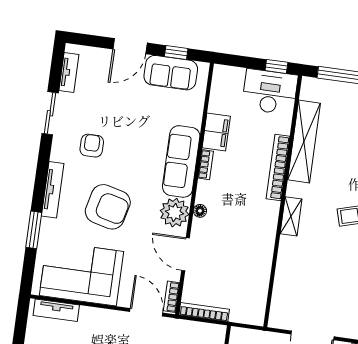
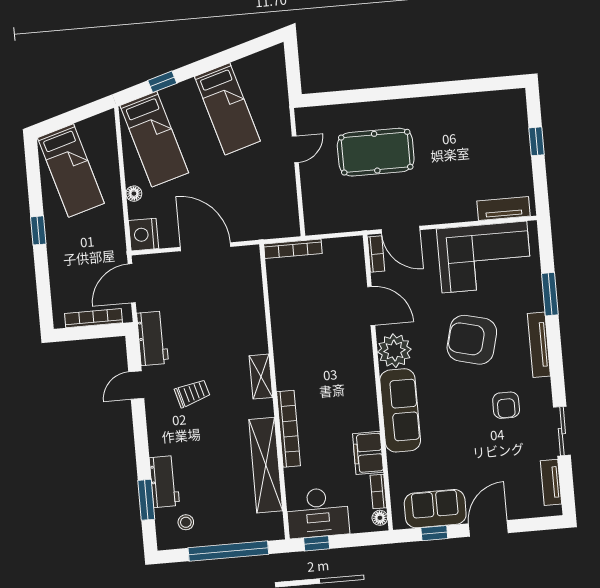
bookcase: (206, 165) -> (378, 491), moved
floor lamp: (200, 211) -> (380, 518), moved
bookcase: (204, 312) -> (293, 249), moved

